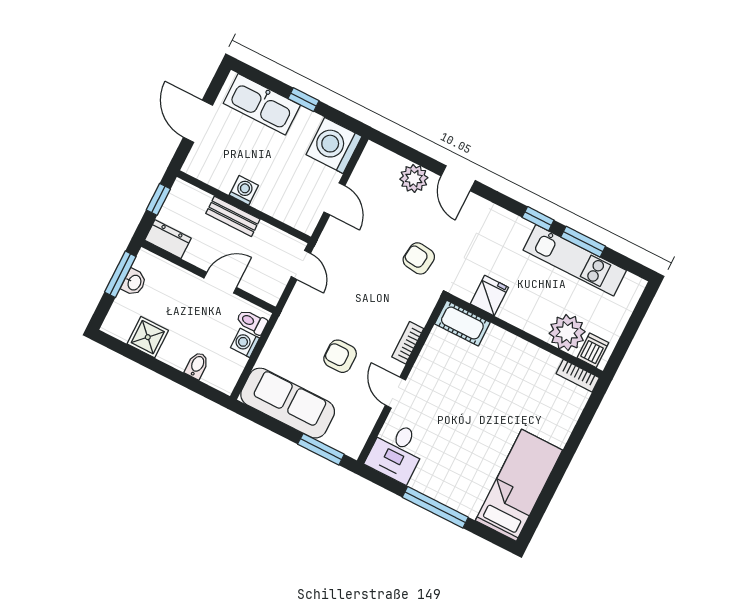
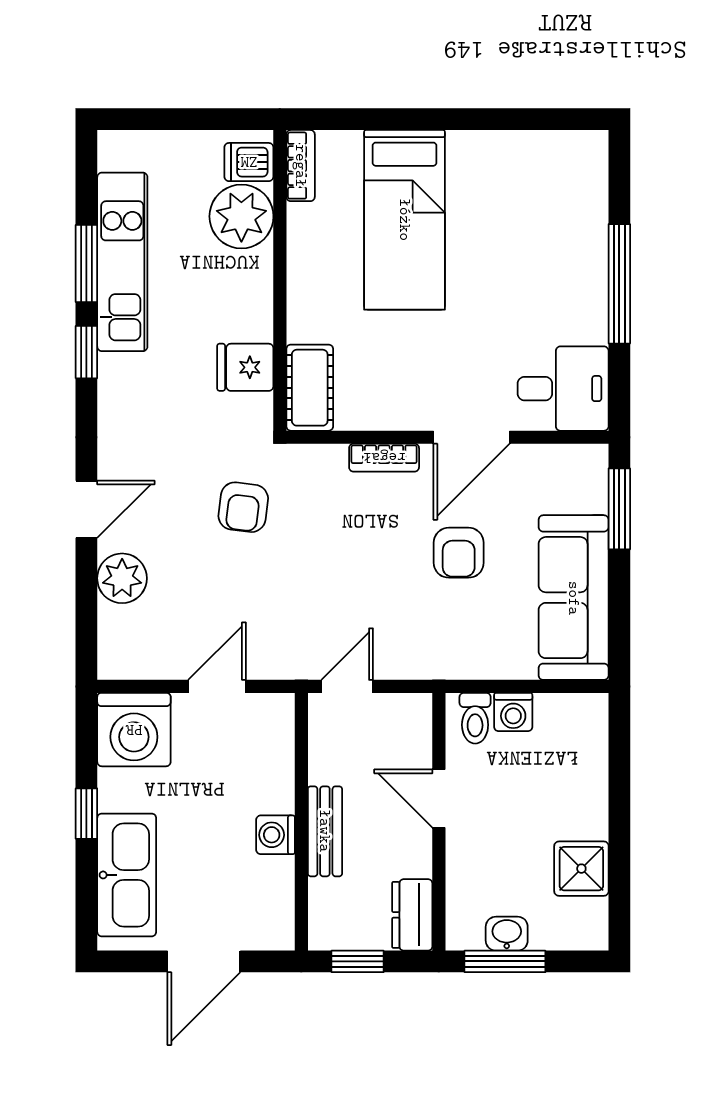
bidet: (197, 365) -> (587, 769), removed
door: (395, 393) -> (472, 437), width x1.38
bed: (519, 485) -> (405, 220), moved, turned -90

